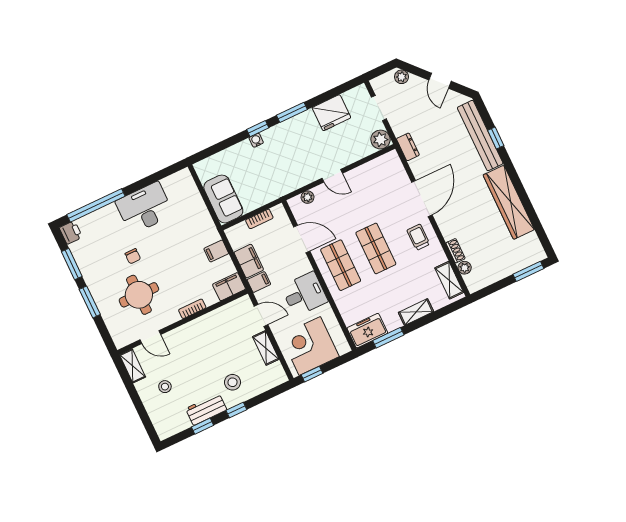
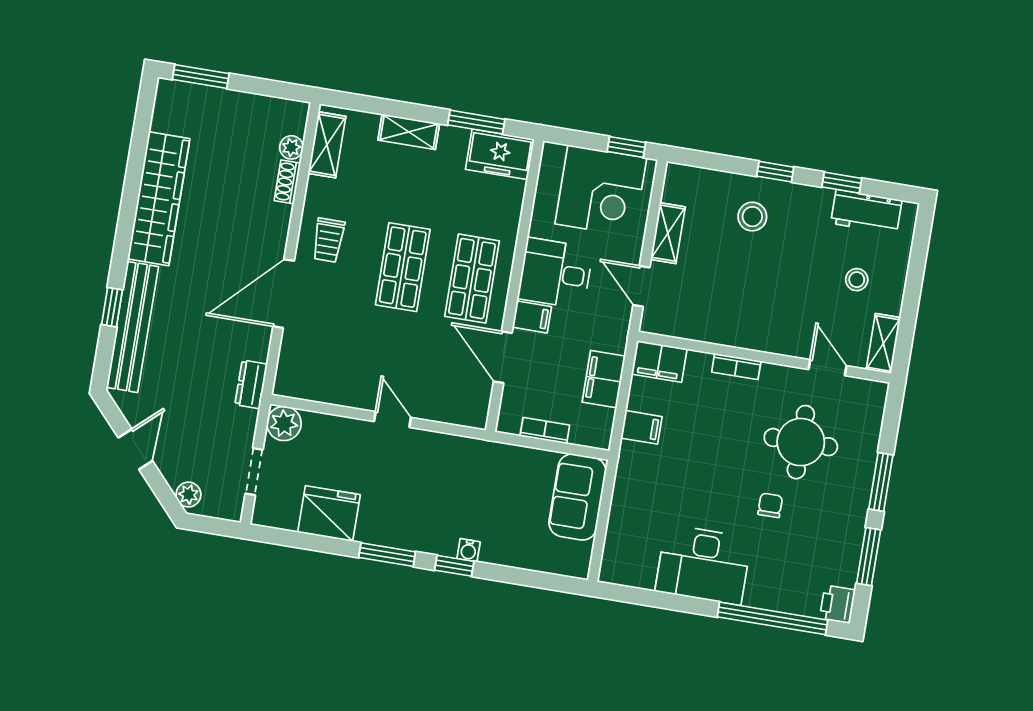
plant: (308, 197) -> (451, 413), removed
filing cabinet: (259, 282) -> (532, 317), moved, turned 180
workbench: (206, 409) -> (866, 212), moved

